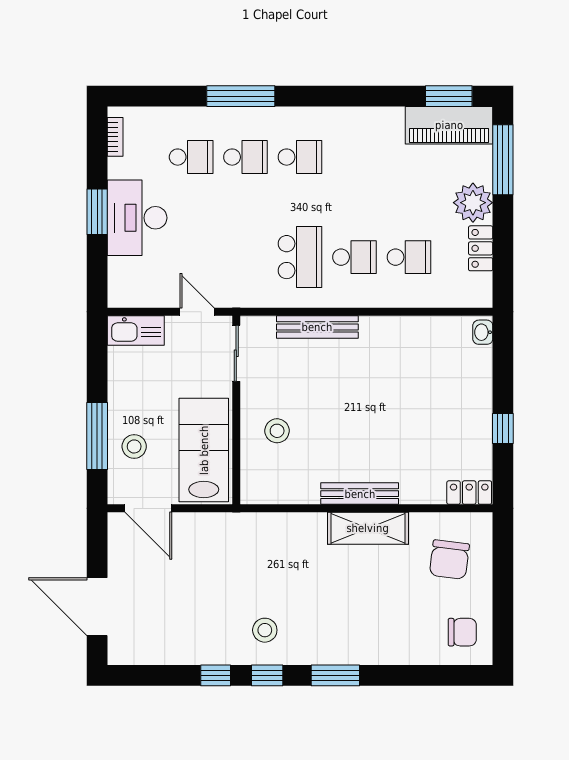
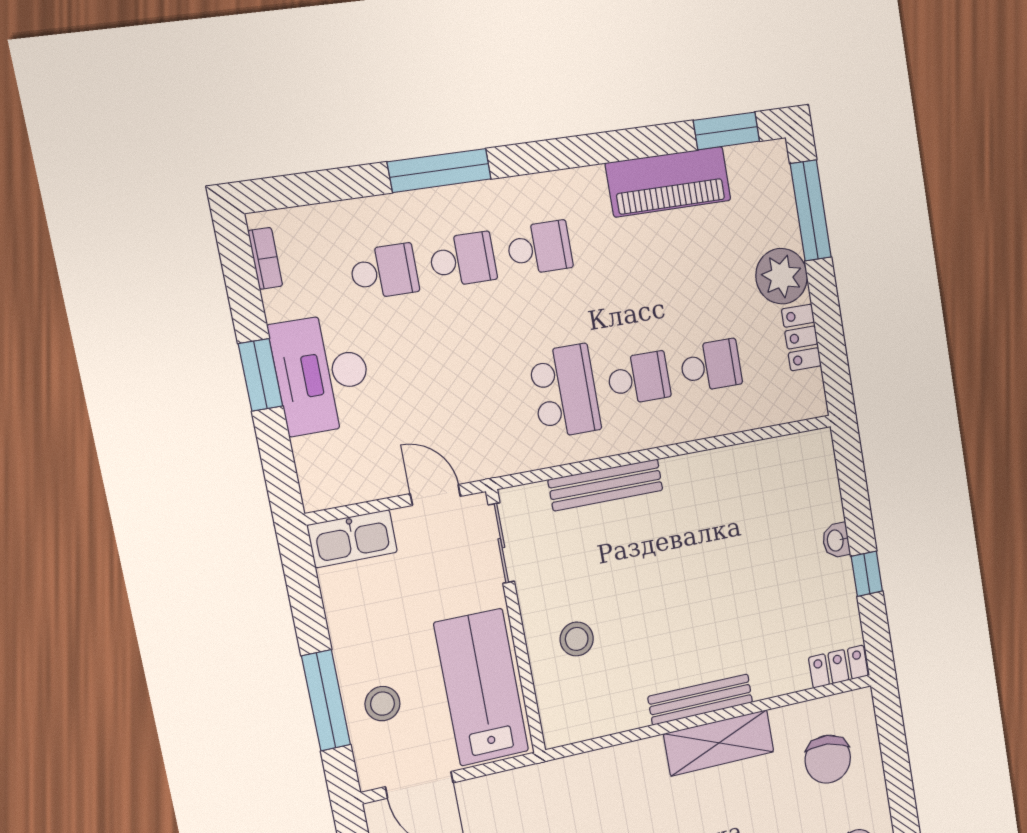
piano: (449, 125) -> (668, 182), moved
washbasin: (483, 332) -> (836, 540), moved

